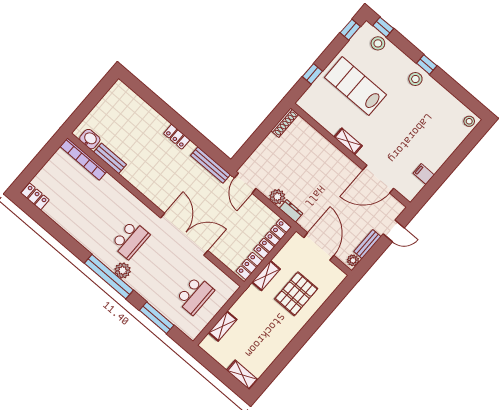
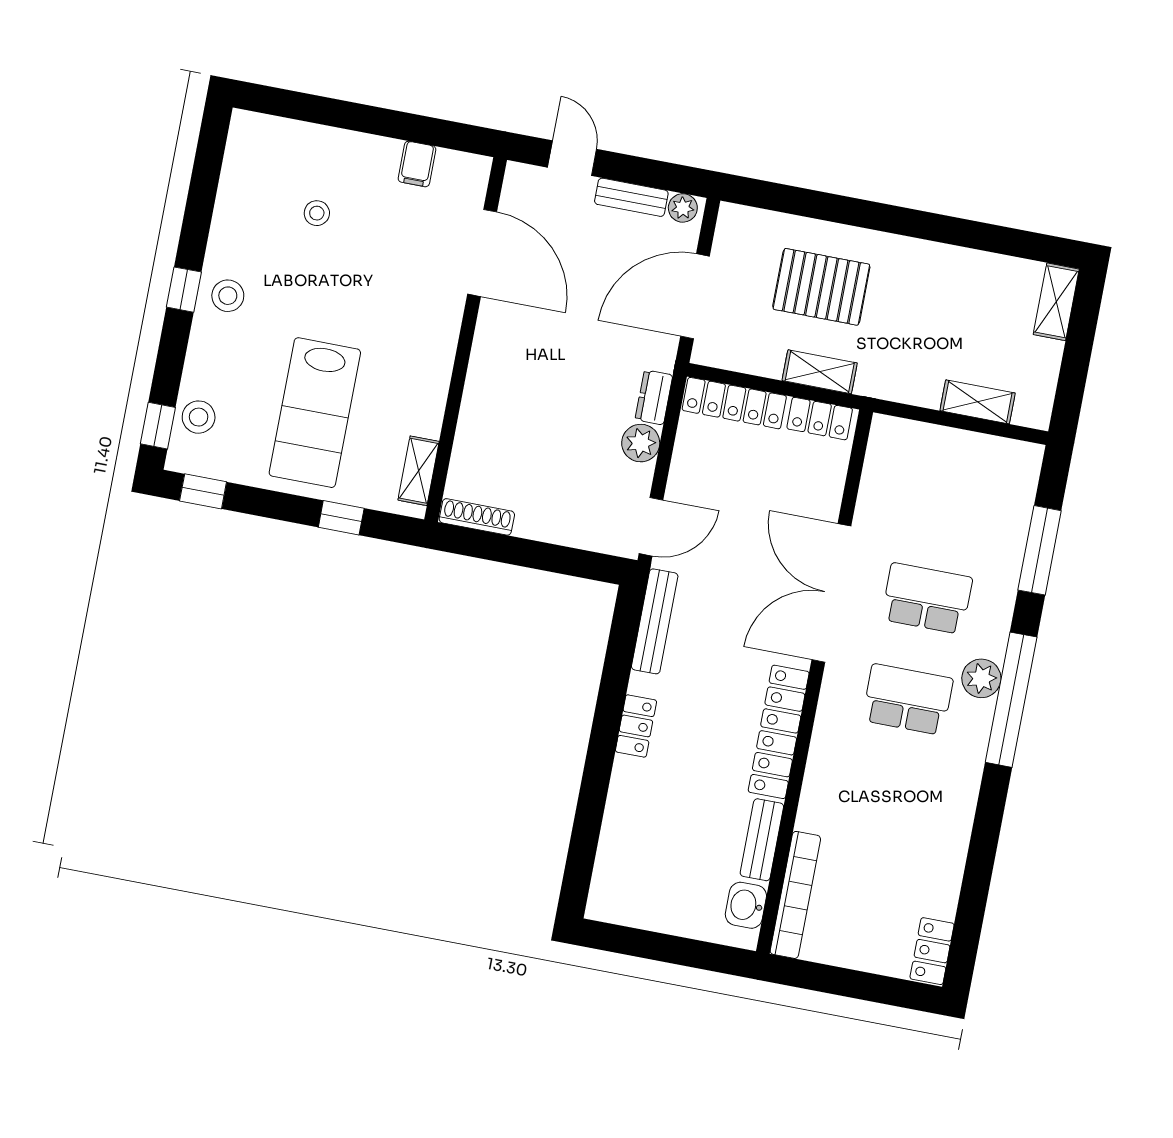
stool: (469, 121) -> (317, 213), moved
shelving: (348, 141) -> (419, 471), moved
locker: (145, 187) -> (779, 732), added
school desk: (195, 295) -> (927, 598), moved

